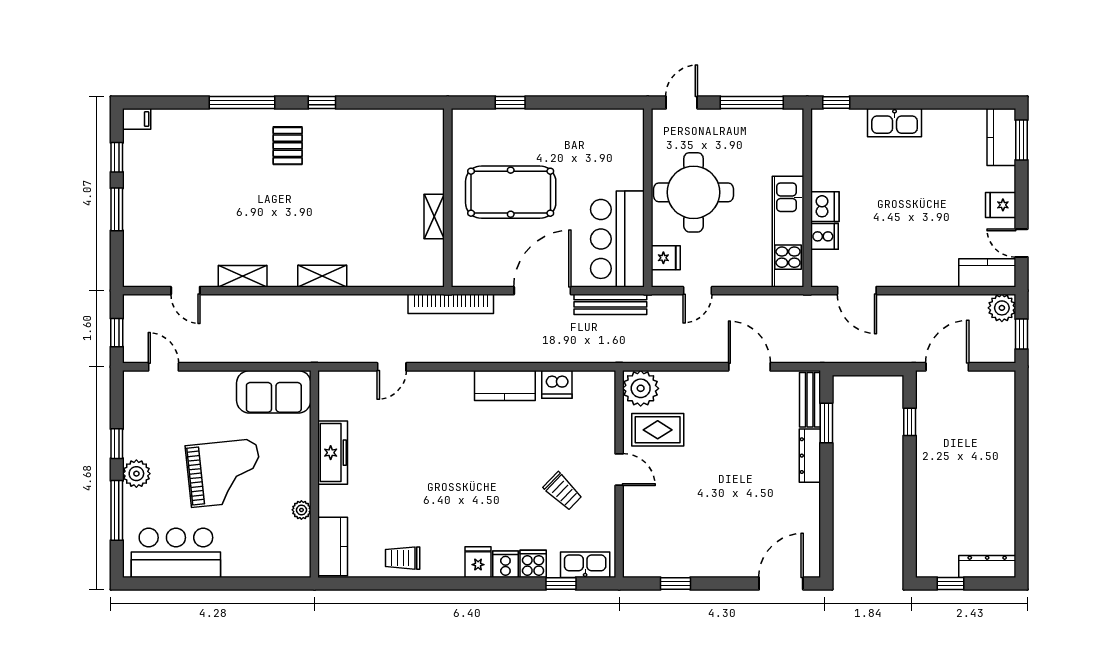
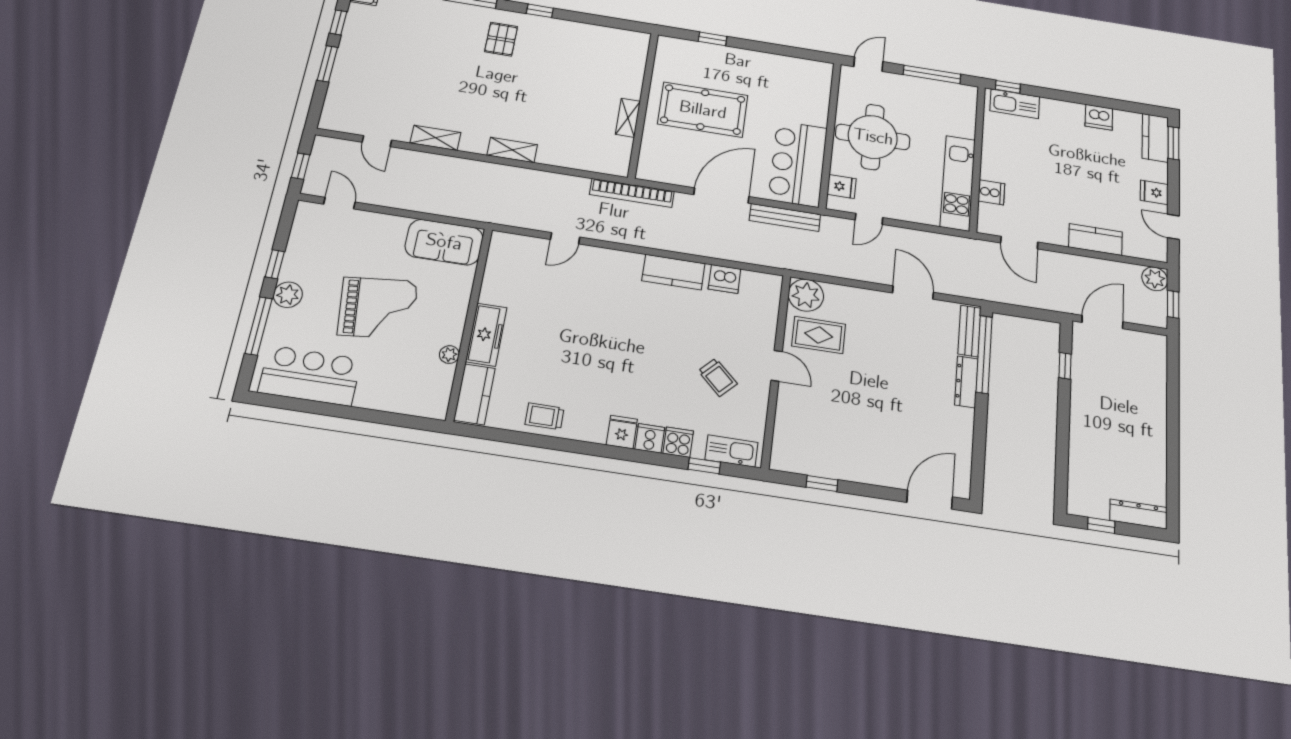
kitchen sink: (895, 123) -> (1015, 104), moved
dishwasher: (825, 207) -> (1099, 117), moved, turned 90
kitchen counter: (987, 273) -> (1095, 240), moved
window: (826, 423) -> (984, 354), width x2.11
freezer: (333, 453) -> (486, 335), moved

